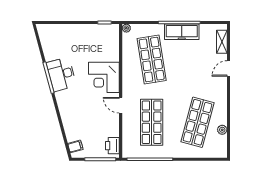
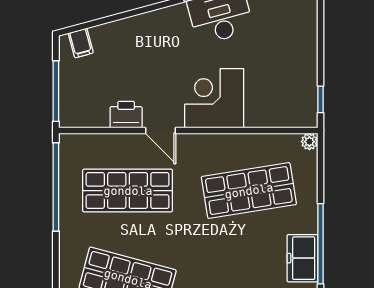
freezer: (182, 32) -> (302, 258), width x0.71
door: (121, 105) -> (160, 130), swing flipped
printer: (112, 146) -> (126, 115), moved

